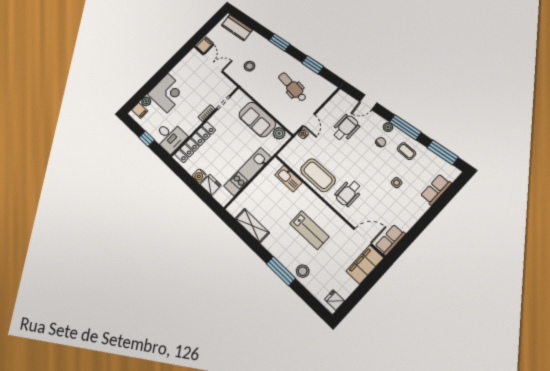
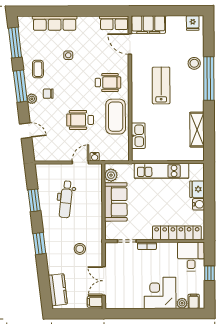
wheelchair: (345, 128) -> (80, 120), moved
row of seats: (436, 190) -> (55, 23), width x1.48
window: (281, 271) -> (209, 78), width x1.46

